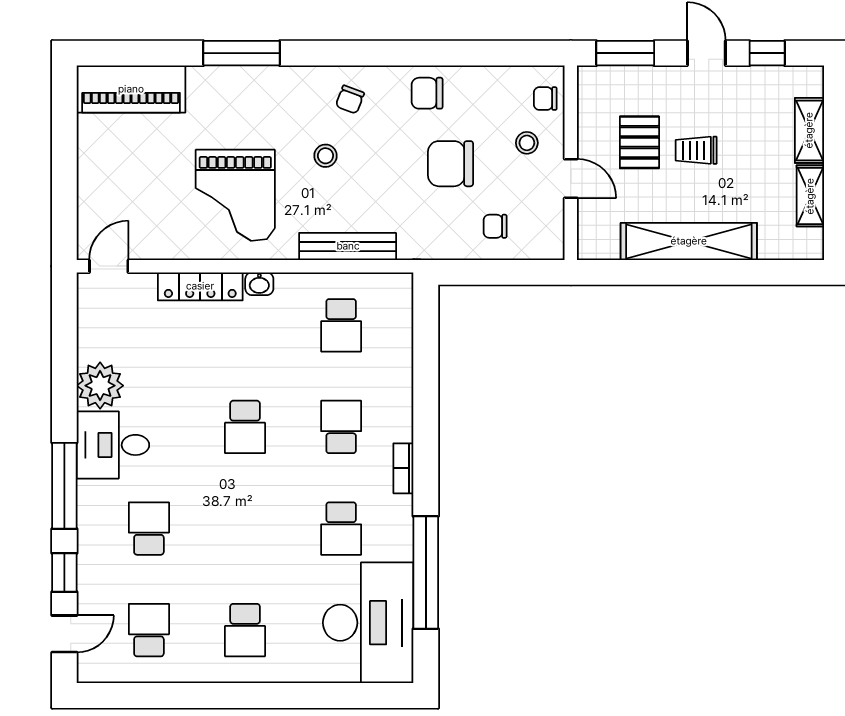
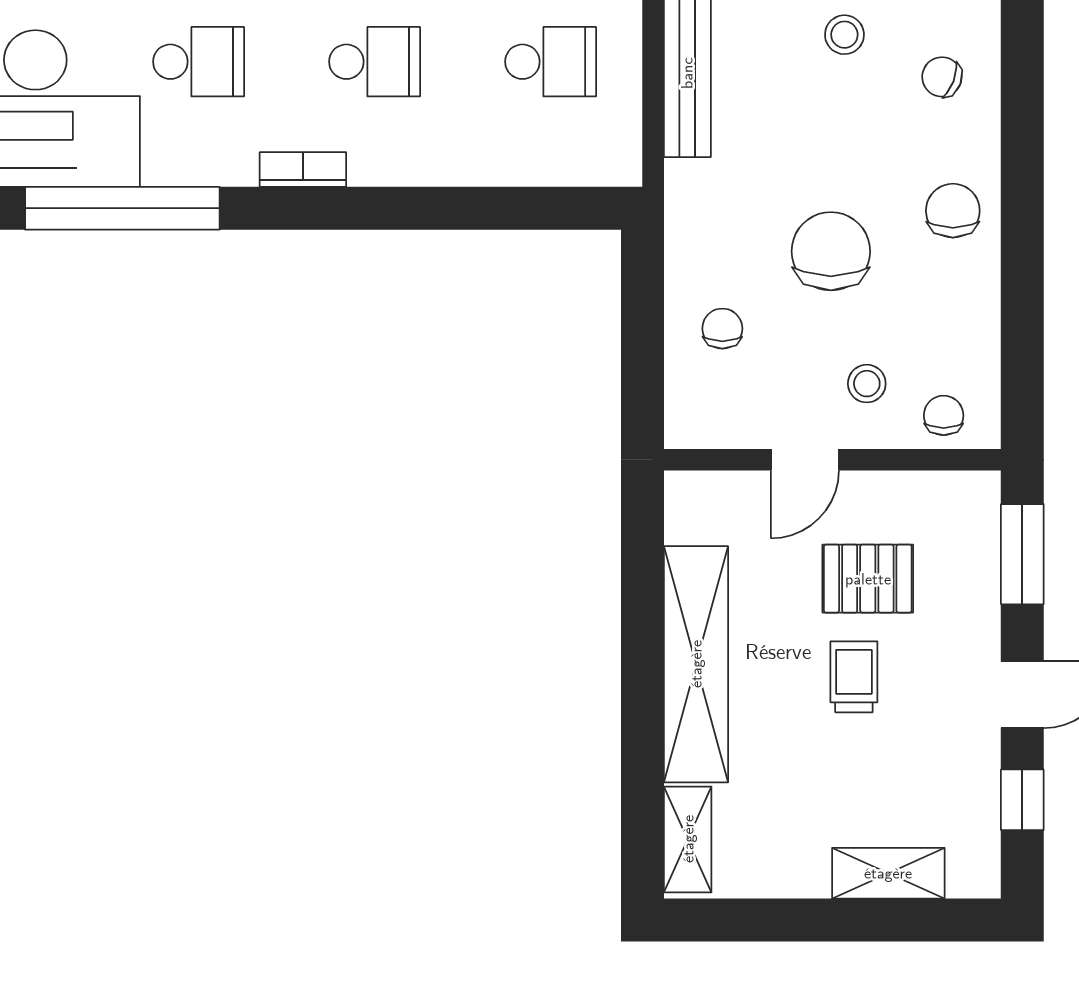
shelving: (810, 196) -> (688, 839), moved, turned 90
school desk: (341, 325) -> (551, 62), turned 180
school desk: (341, 529) -> (199, 62), turned 180

